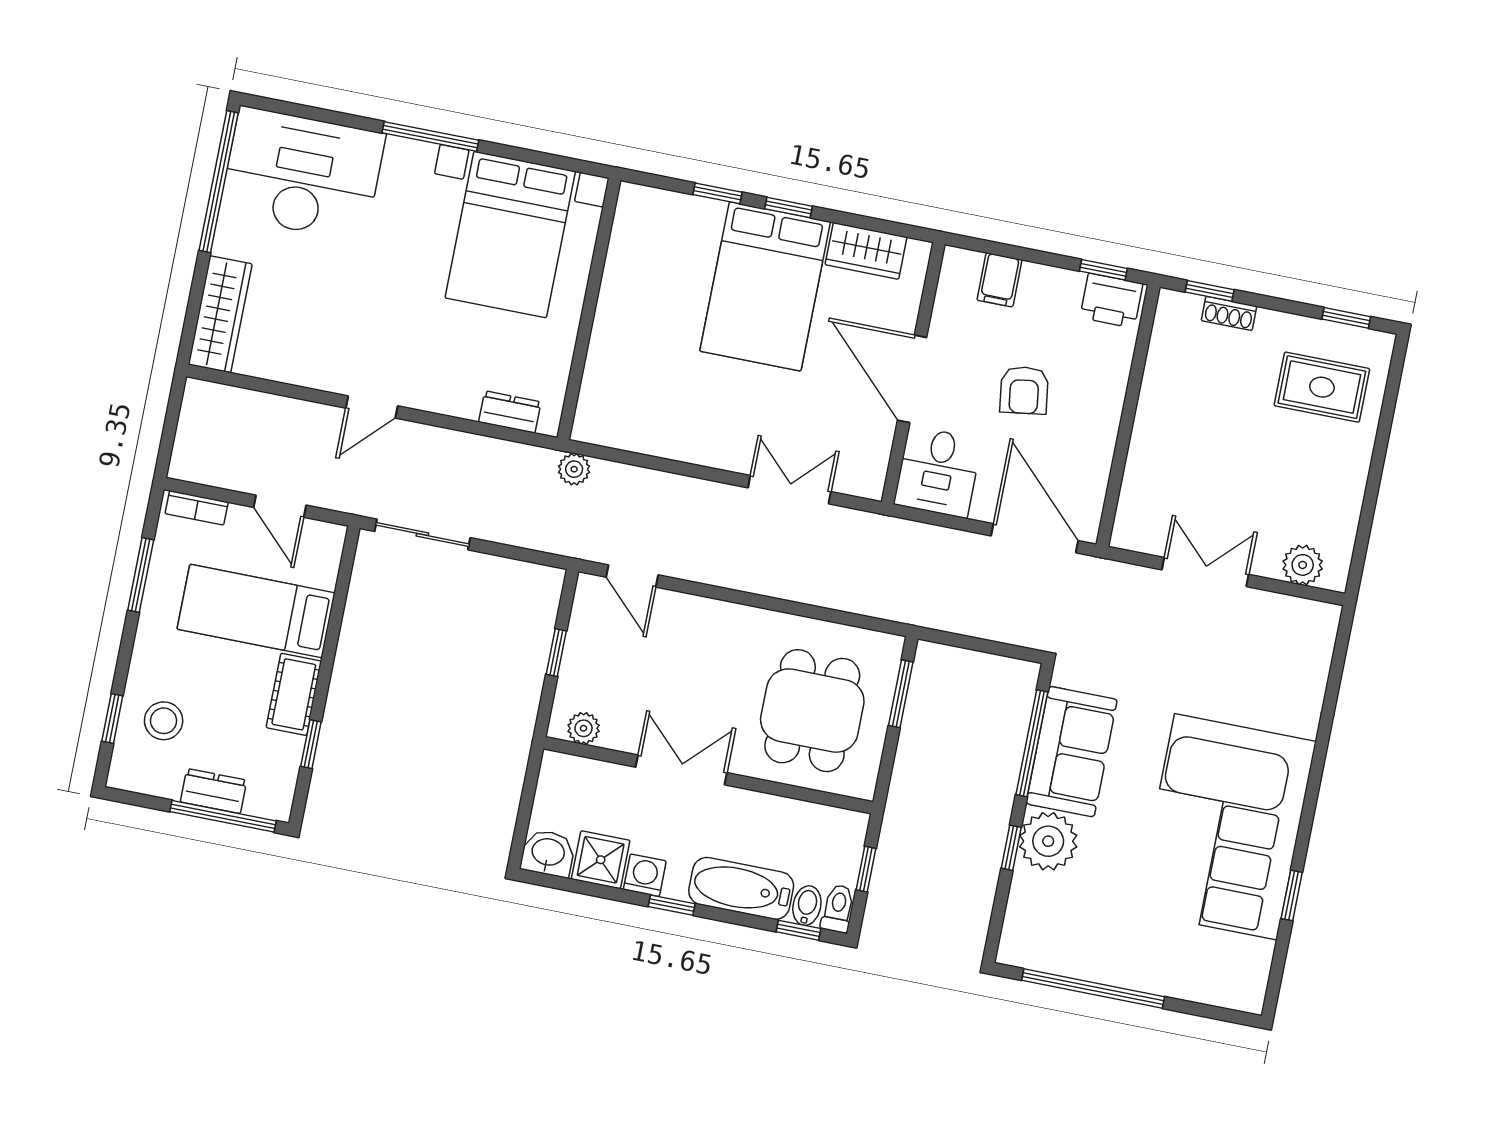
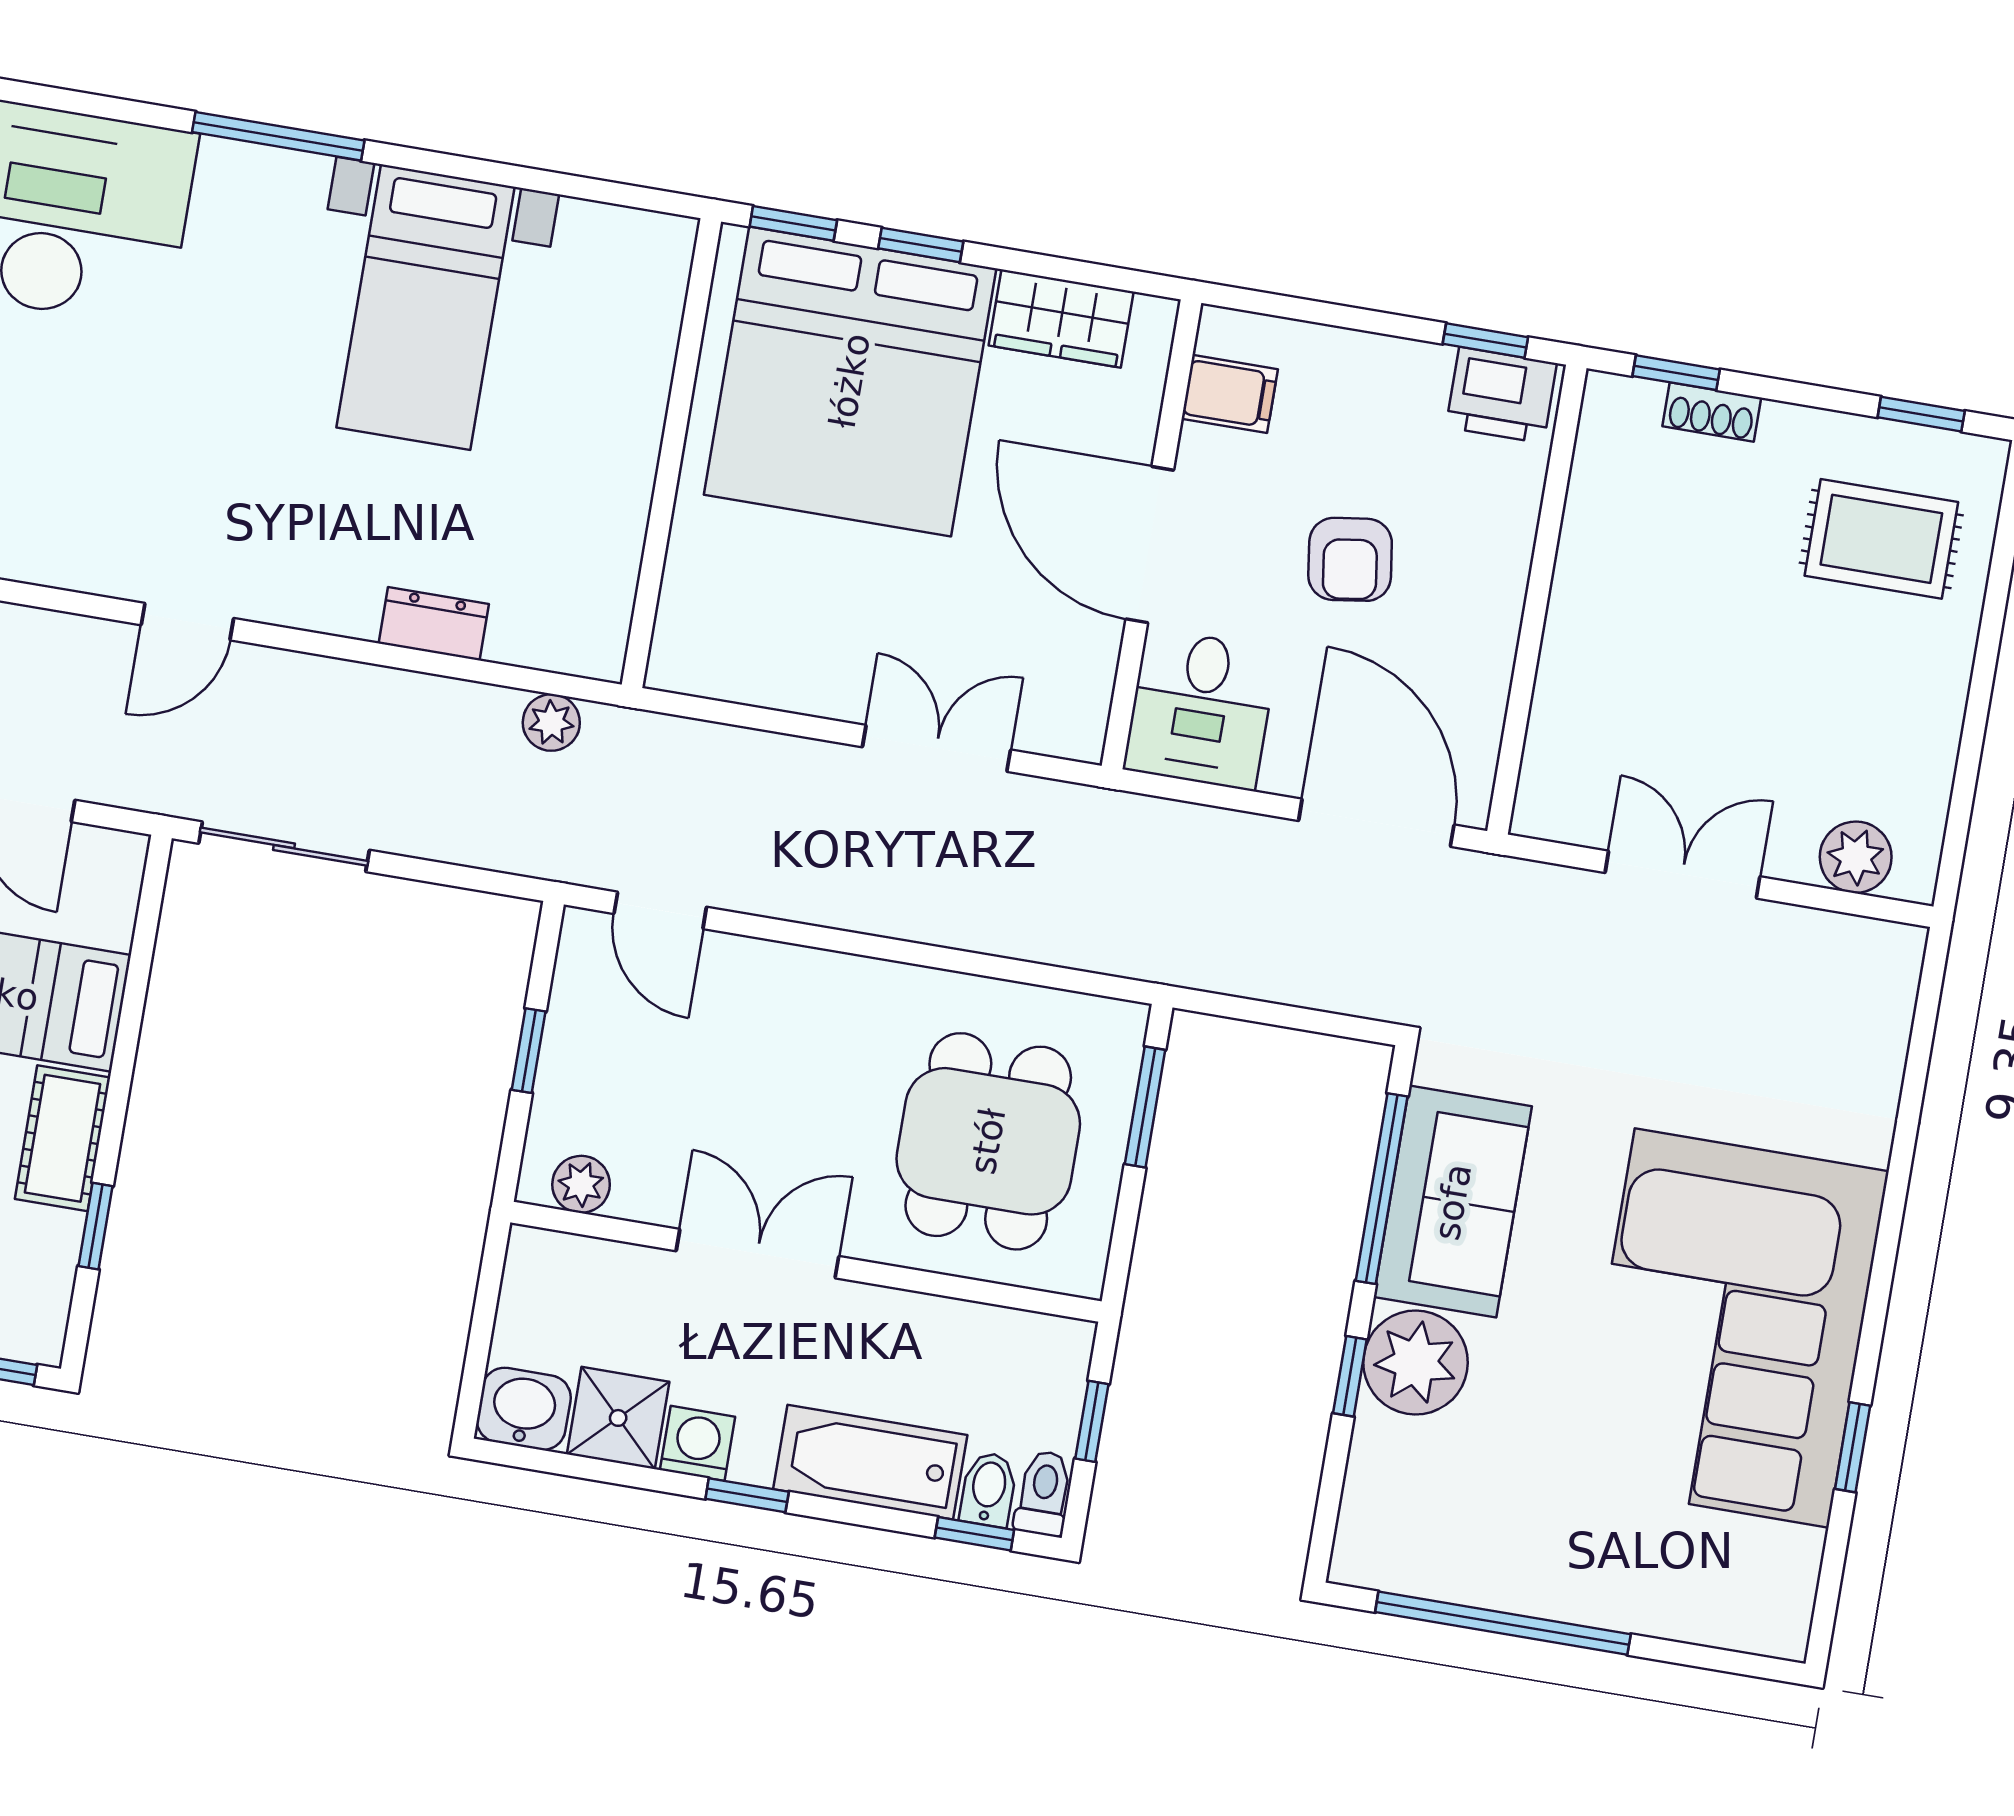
bed with nightstands: (510, 235) -> (426, 307), width x0.73
filing cabinet: (999, 280) -> (1230, 394), moved, turned -90
bed: (765, 286) -> (850, 381), width x1.36
wall: (589, 309) -> (671, 453), moved

